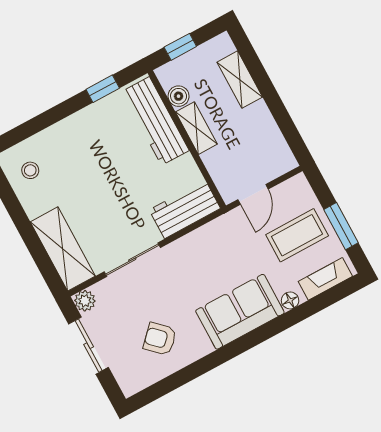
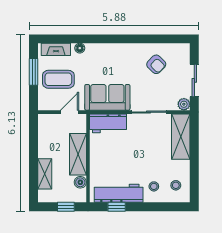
workbench: (155, 121) -> (119, 193), moved, turned -90
shelving: (196, 128) -> (78, 154), width x1.50, depth x1.33
stool: (63, 150) -> (154, 186), added
sofa: (240, 312) -> (107, 97), moved, turned 180

